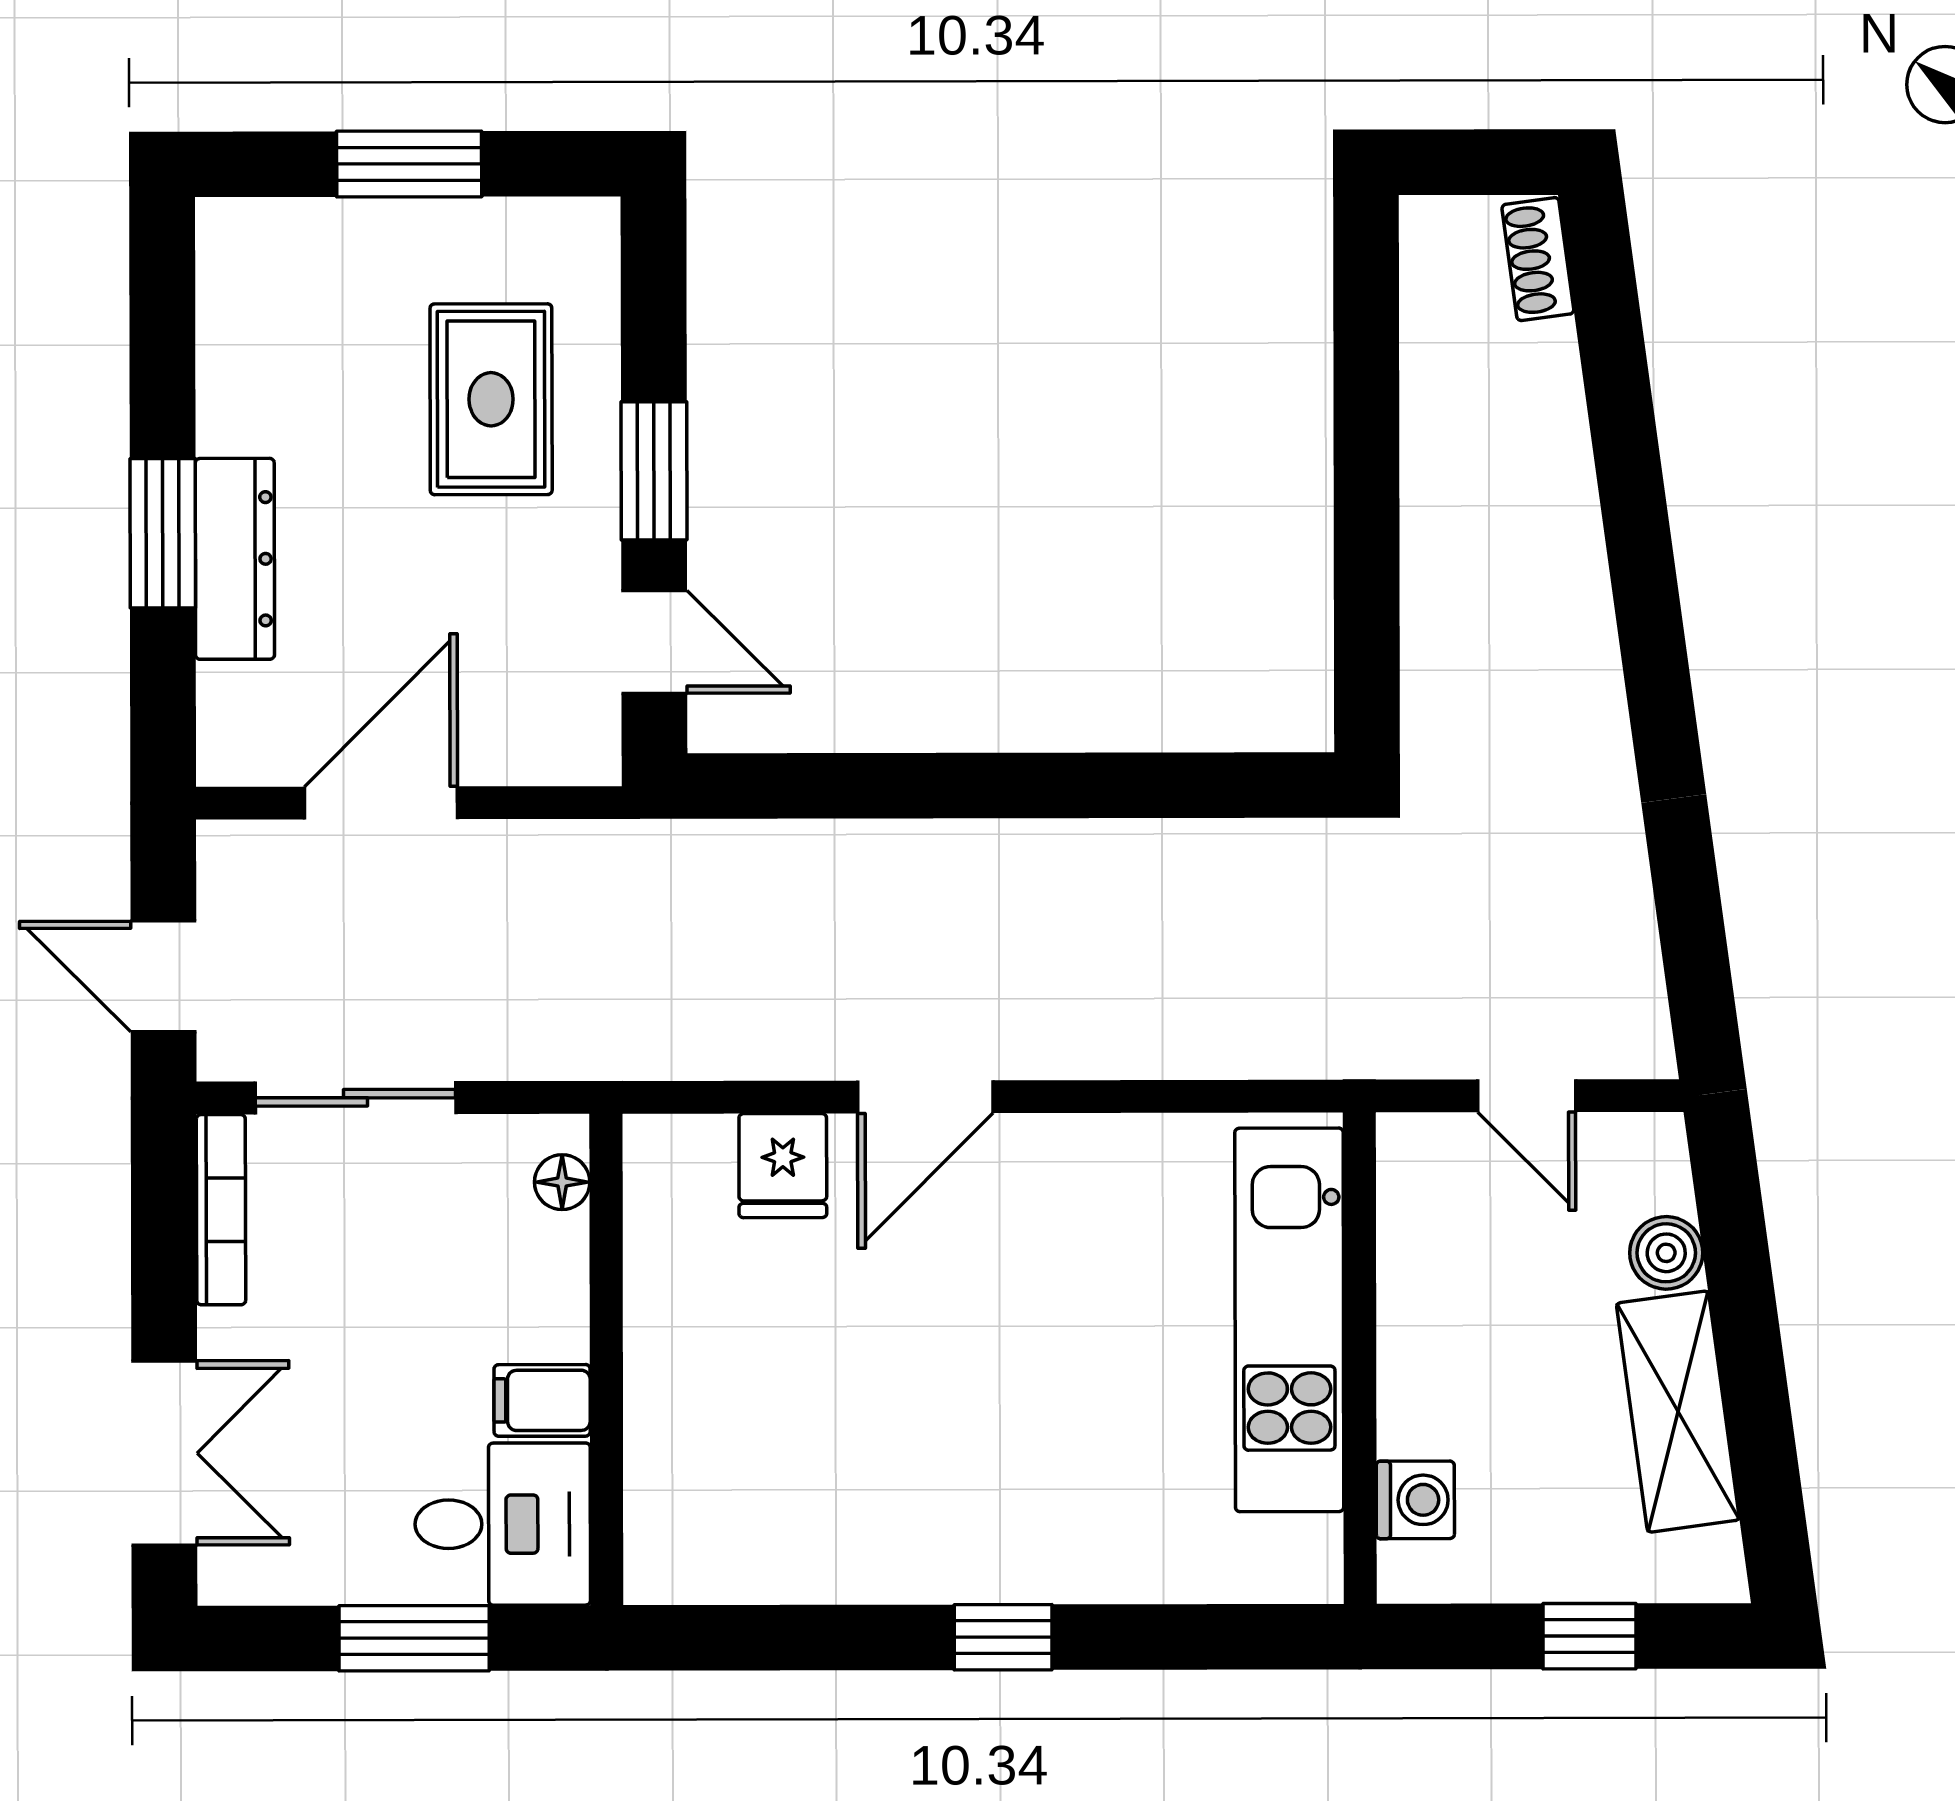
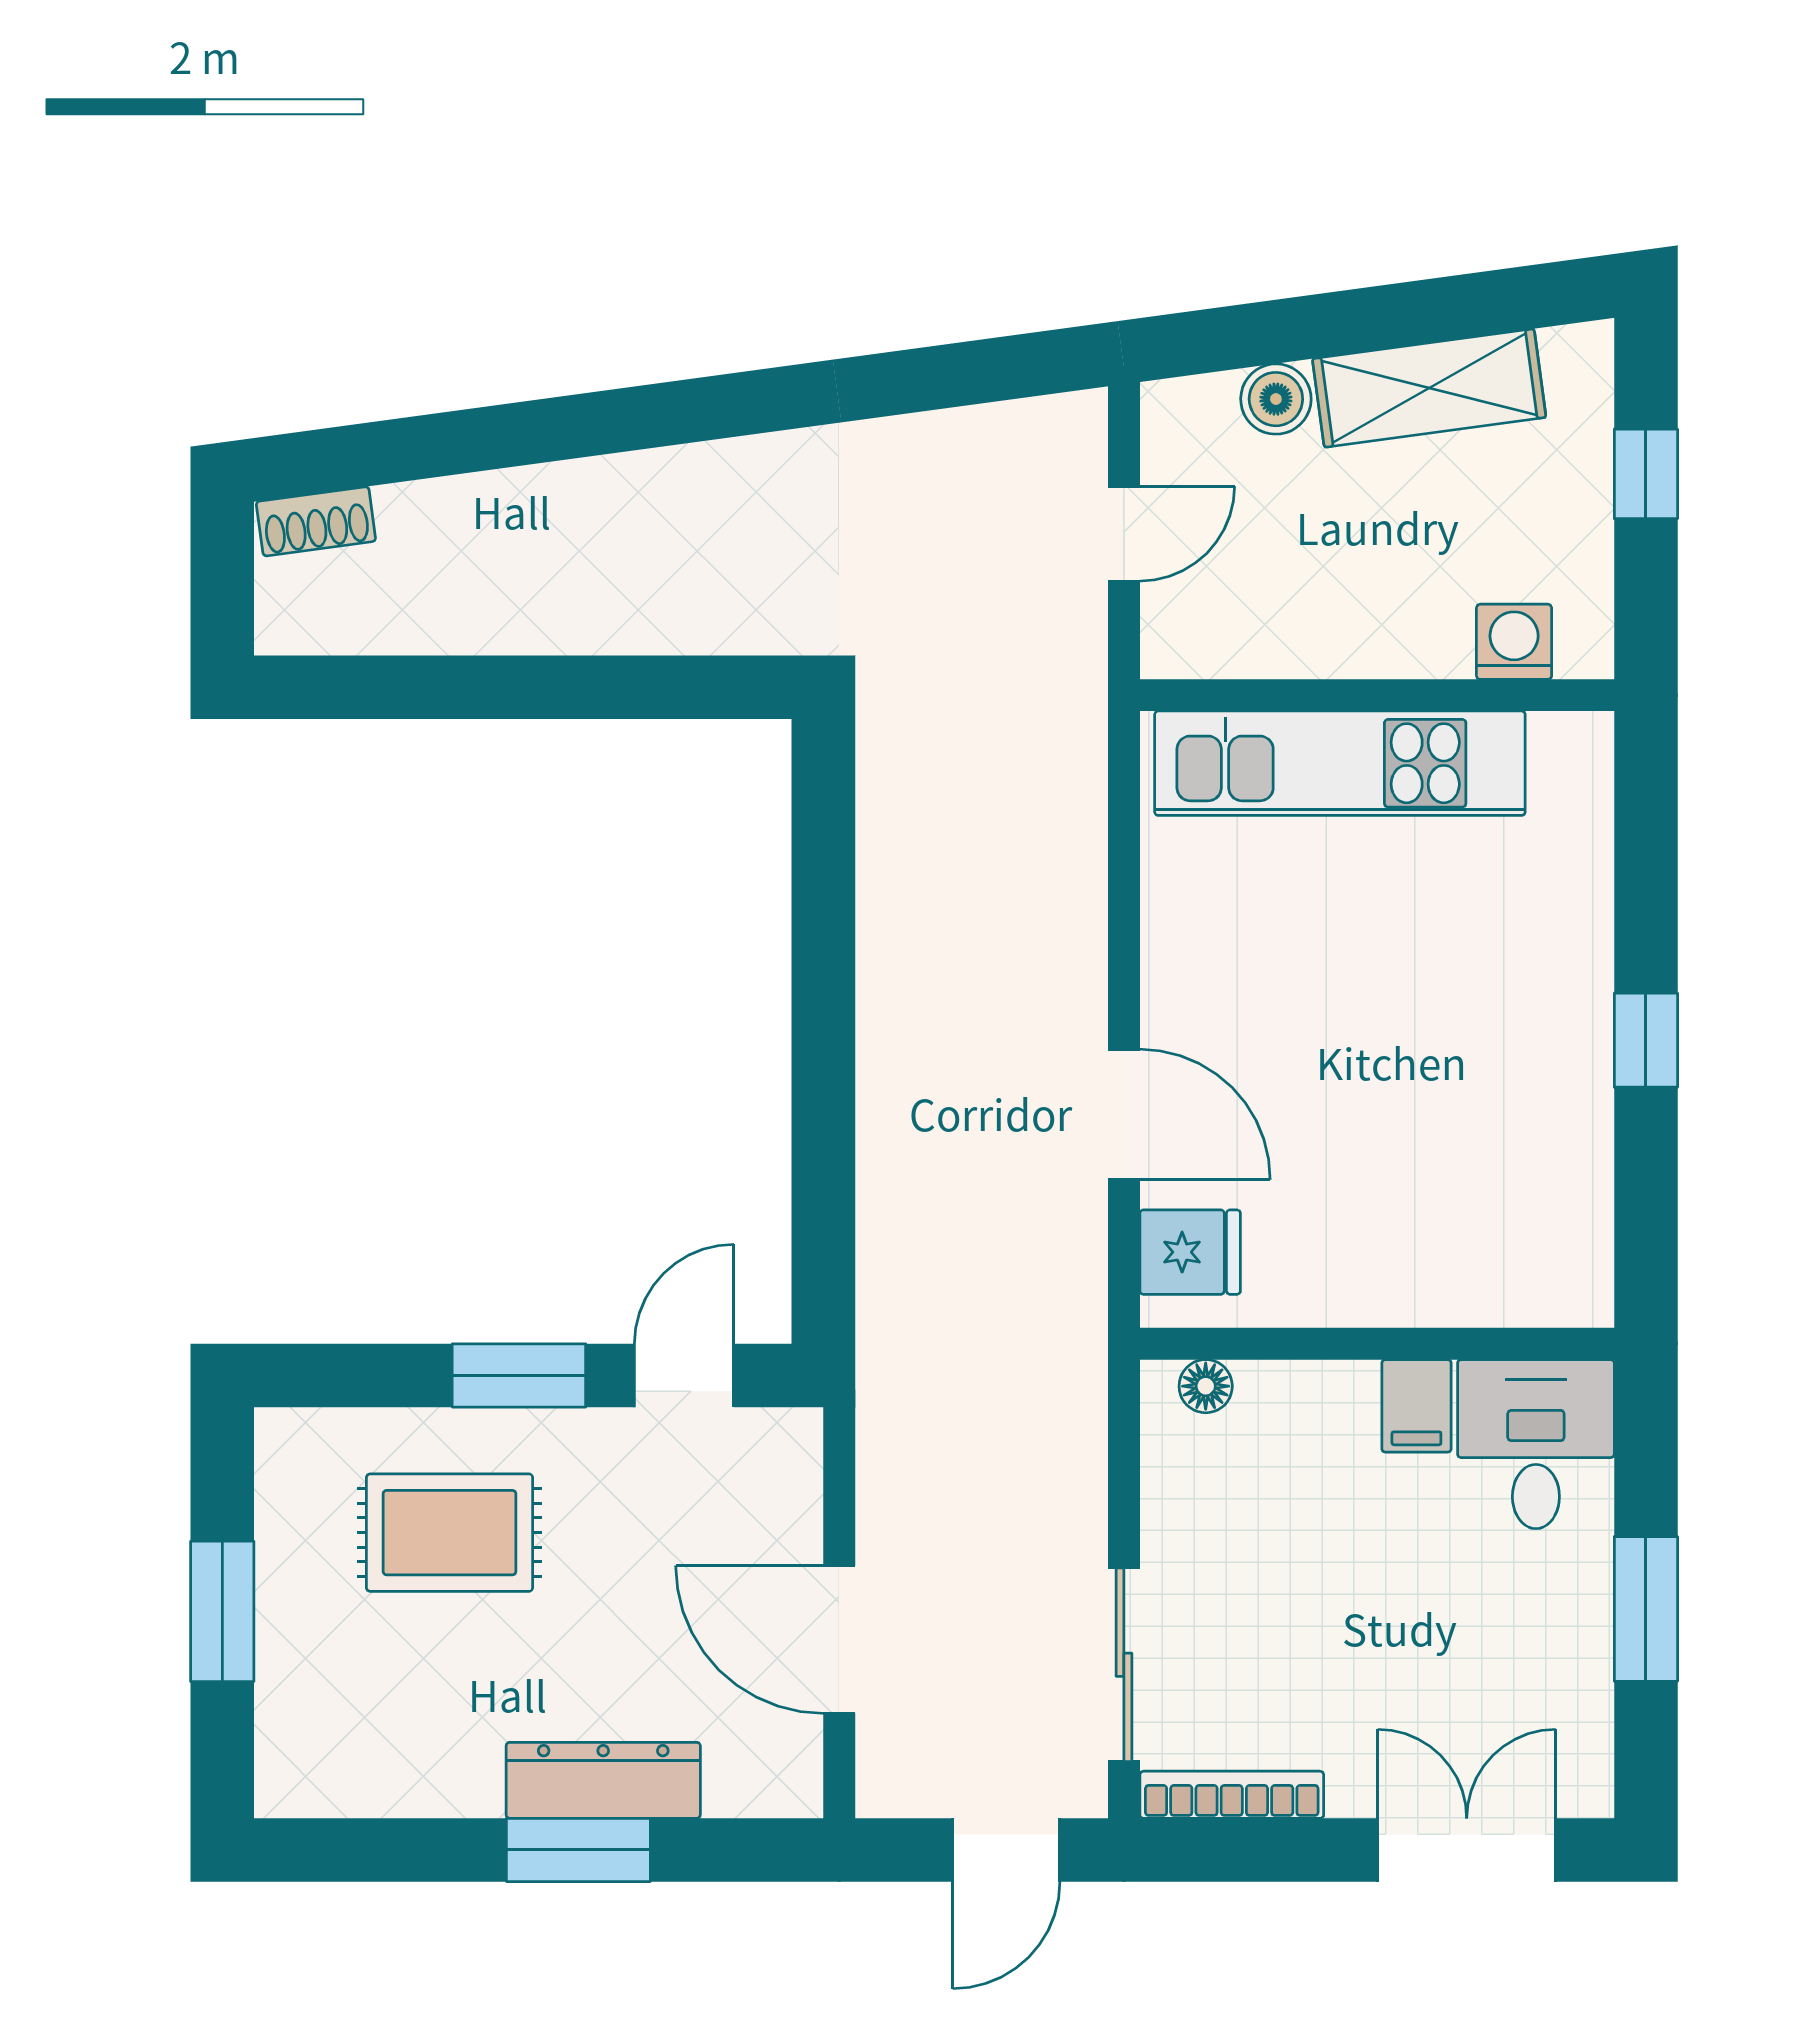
floor lamp: (562, 1182) -> (1206, 1386), moved
wall: (606, 1359) -> (1377, 1344), moved
filing cabinet: (542, 1400) -> (1416, 1406), moved
desk: (503, 1524) -> (1536, 1444), moved

